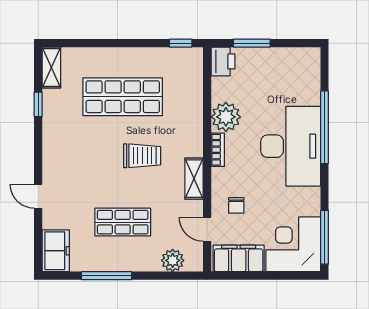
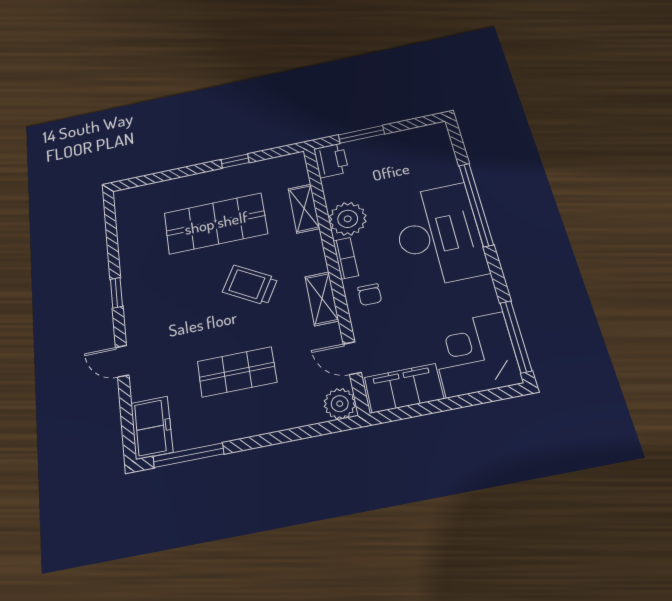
window: (181, 43) -> (235, 161), moved
shelving: (51, 67) -> (304, 208), moved
window: (38, 104) -> (116, 293), moved
trolley: (142, 156) -> (250, 285), turned -150
chair: (236, 205) -> (370, 295), moved
plant: (173, 260) -> (340, 404), moved
window: (107, 276) -> (188, 455), moved

